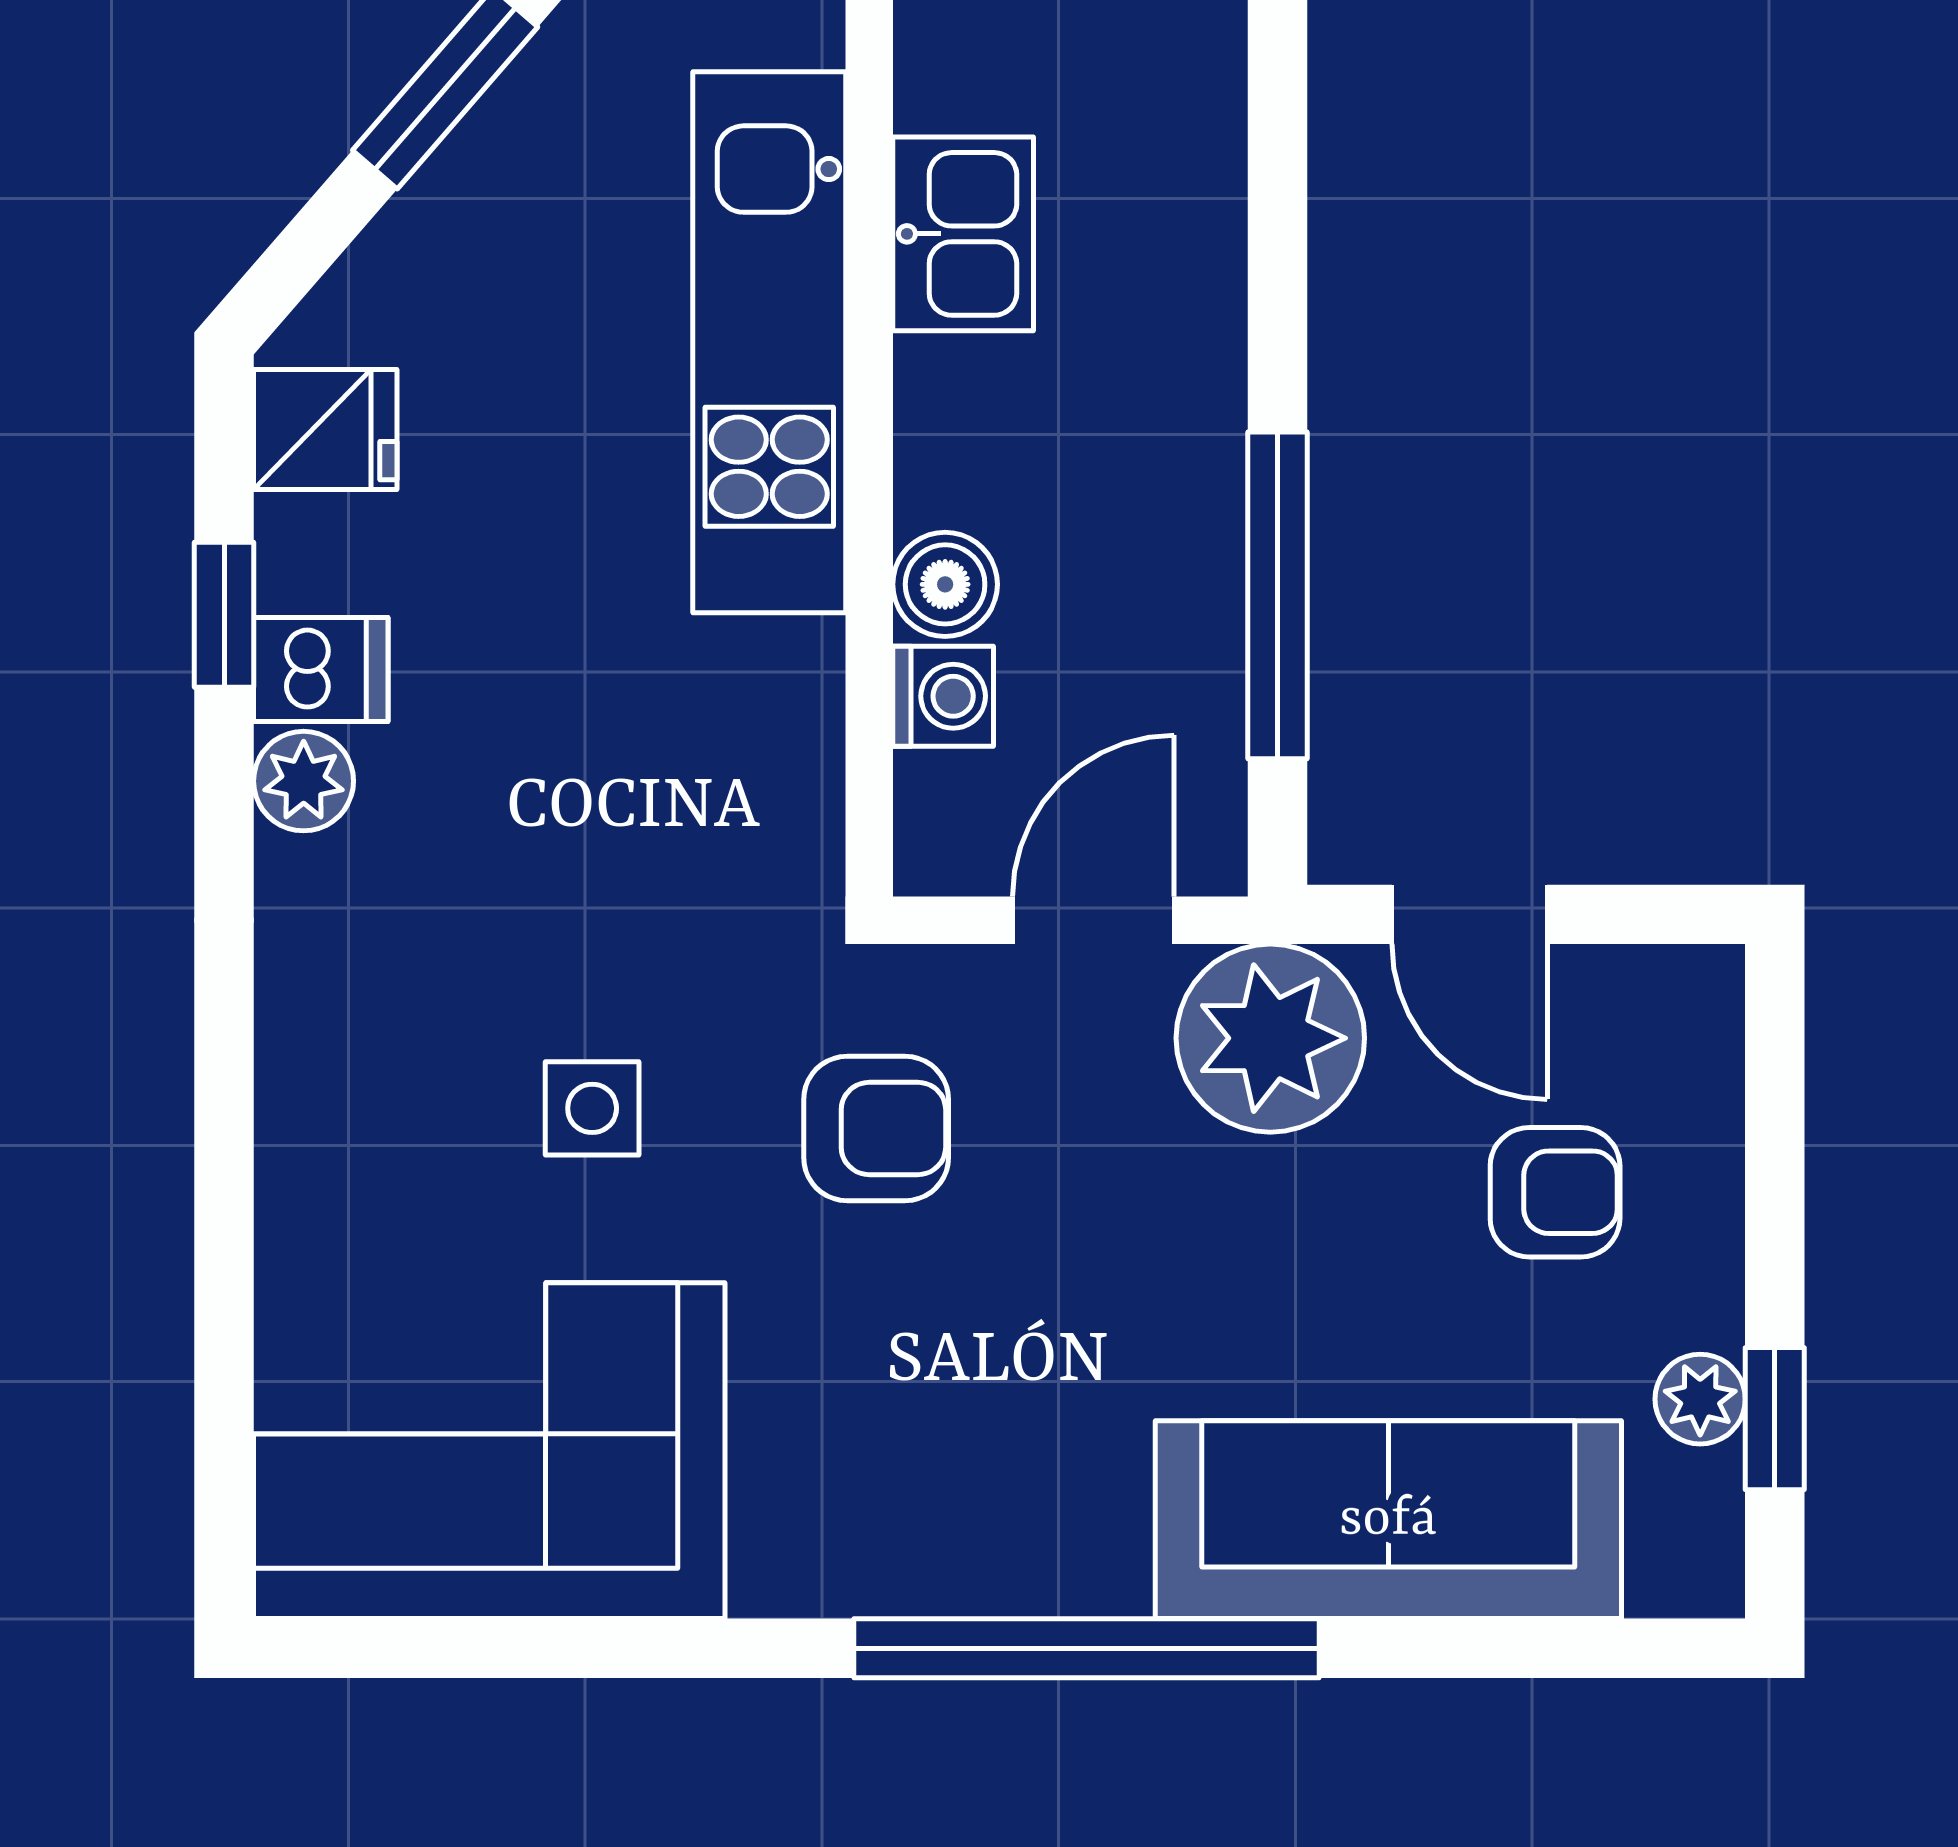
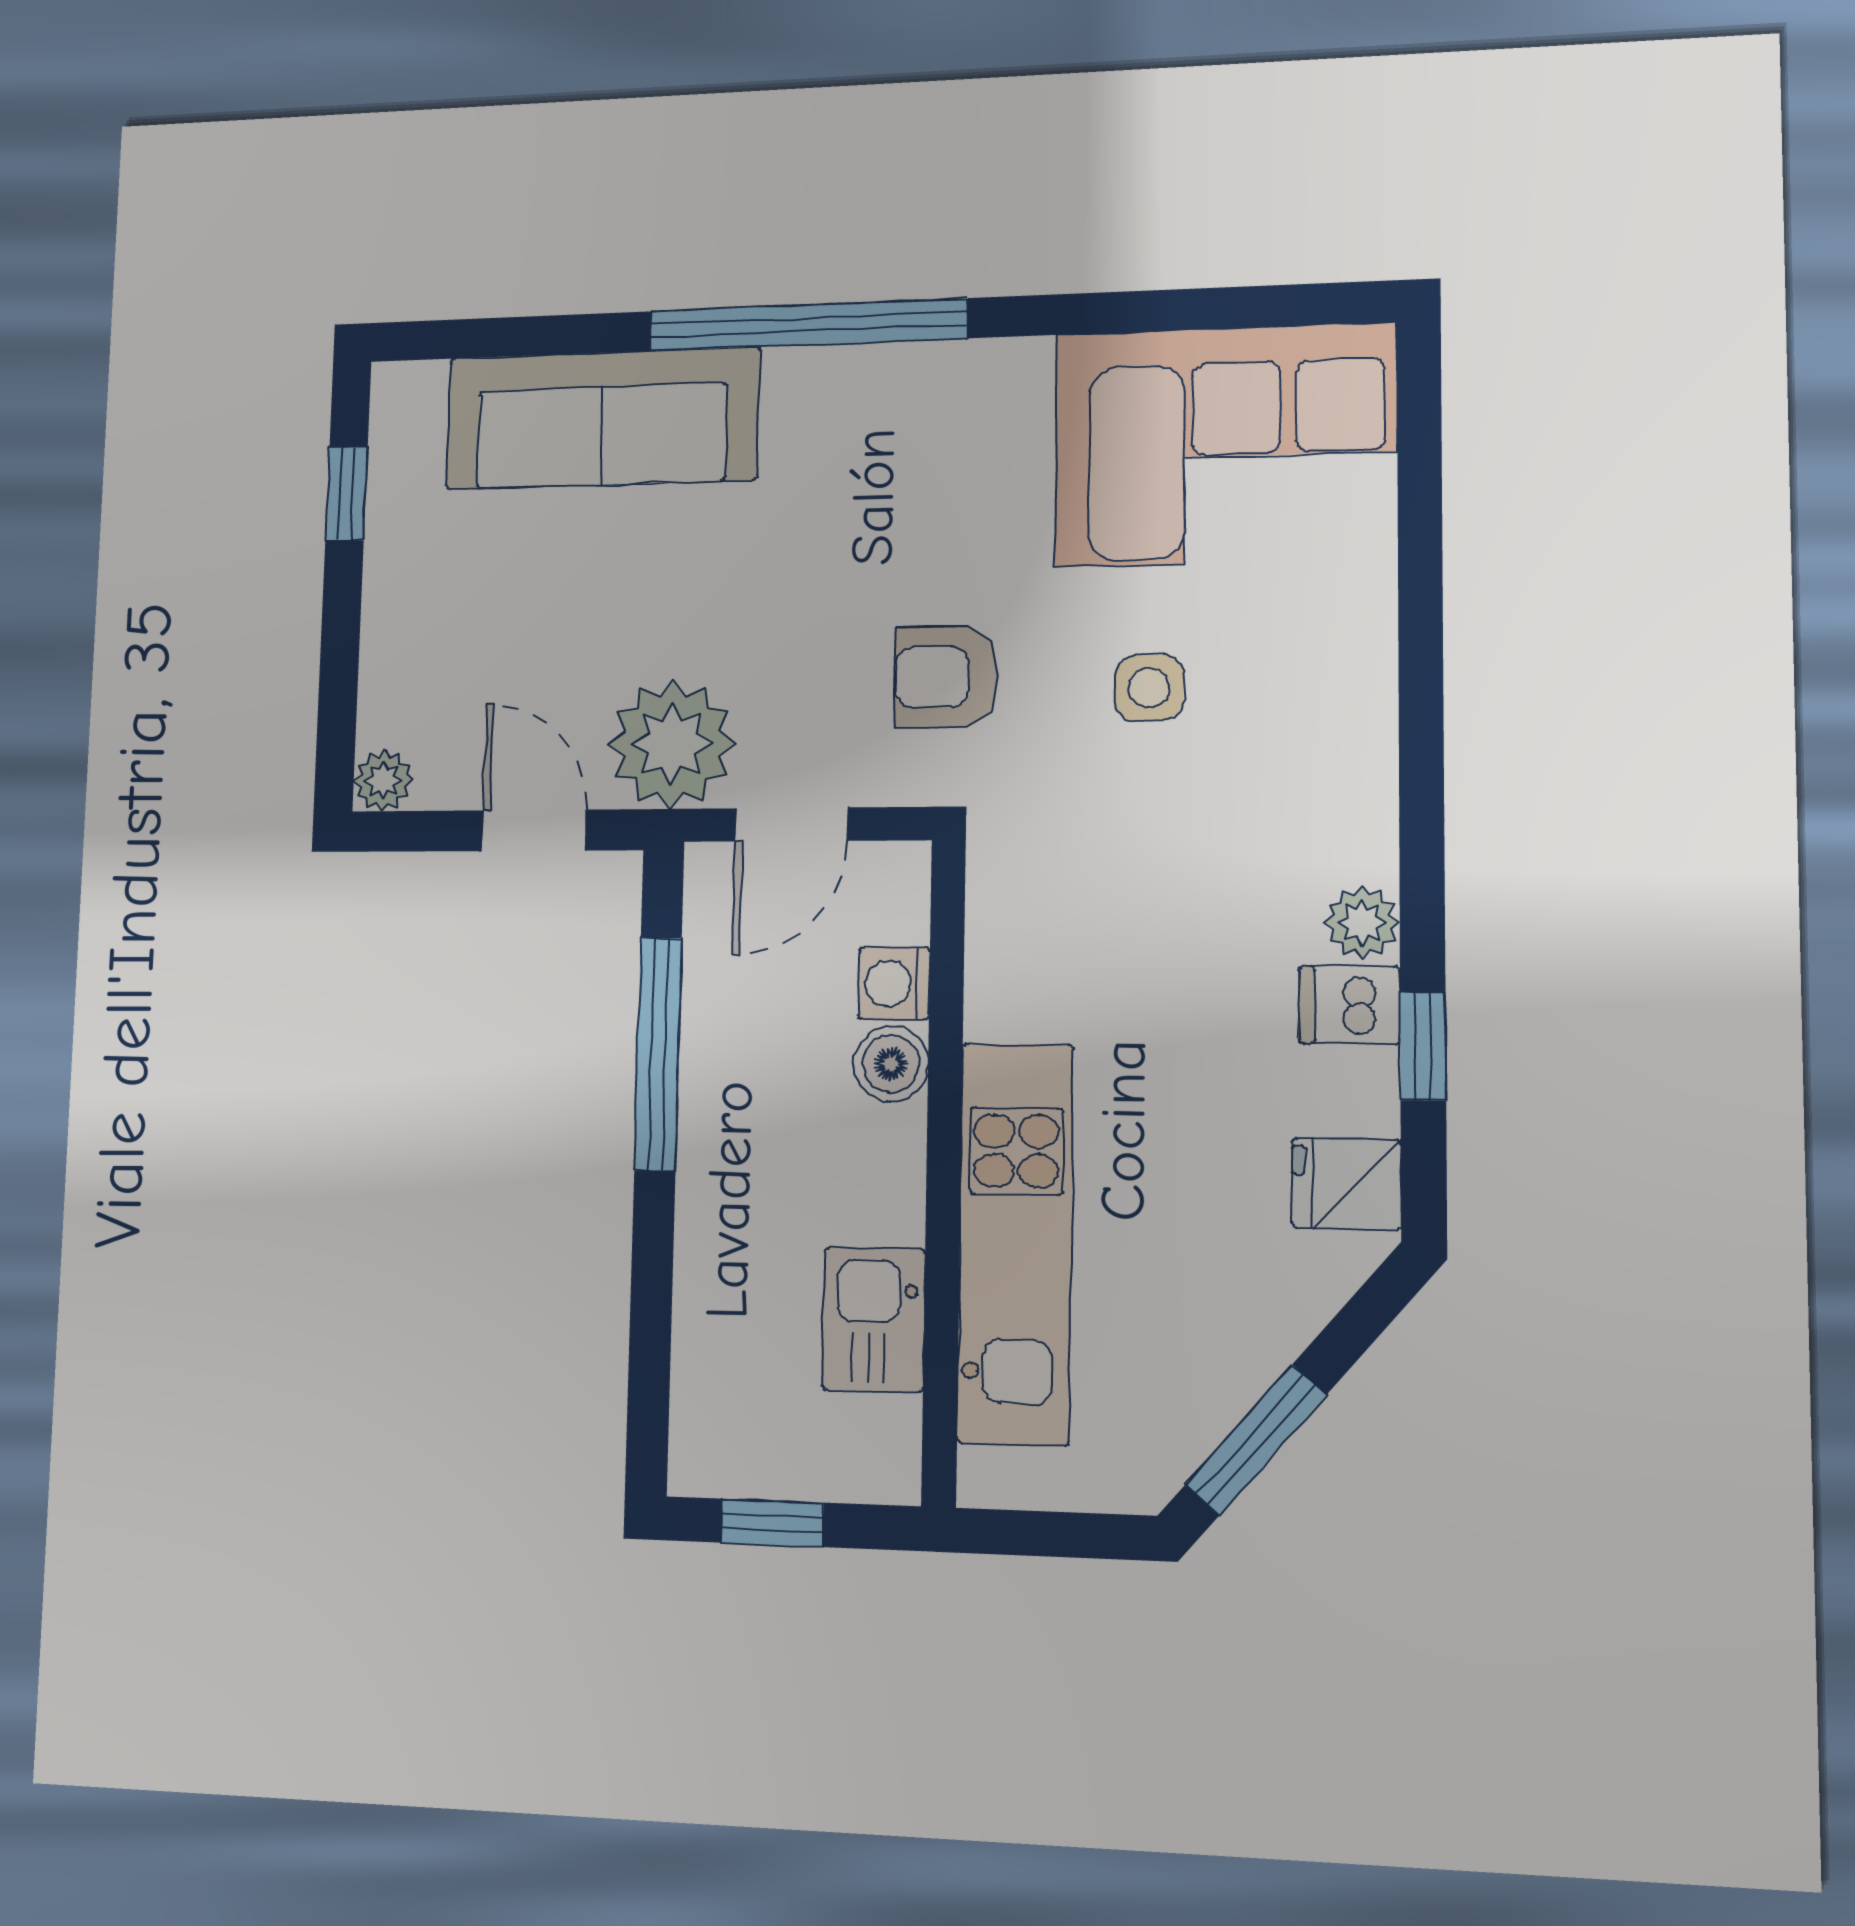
armchair: (1555, 1192) -> (484, 641), removed
plant: (1700, 1399) -> (383, 781), moved

